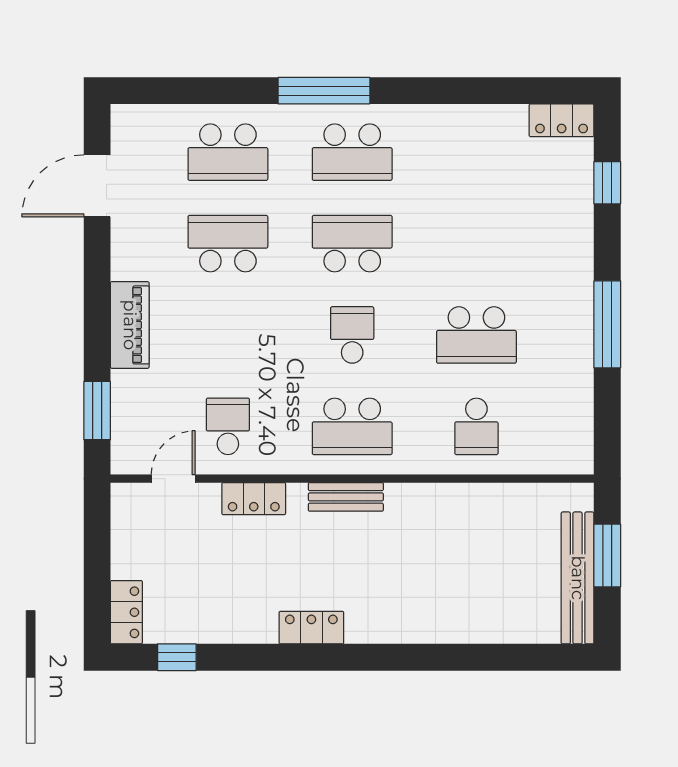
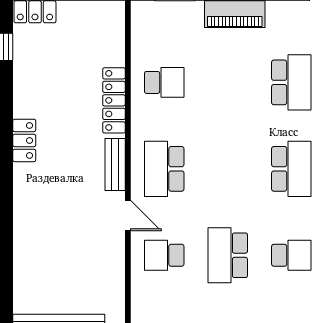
school desk: (352, 335) -> (291, 255), moved
door: (173, 479) -> (128, 216), moved
locker: (254, 499) -> (114, 100), width x1.53

